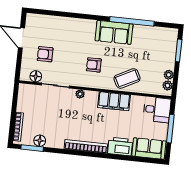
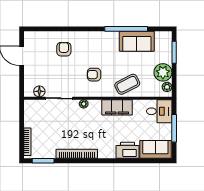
sofa: (114, 32) -> (137, 41), moved
armchair: (45, 54) -> (64, 49), moved, turned 90
plant: (169, 75) -> (163, 72), width x1.87, depth x1.87
floor lamp: (40, 141) -> (50, 153), removed
bookcase: (86, 146) -> (77, 154), moved

